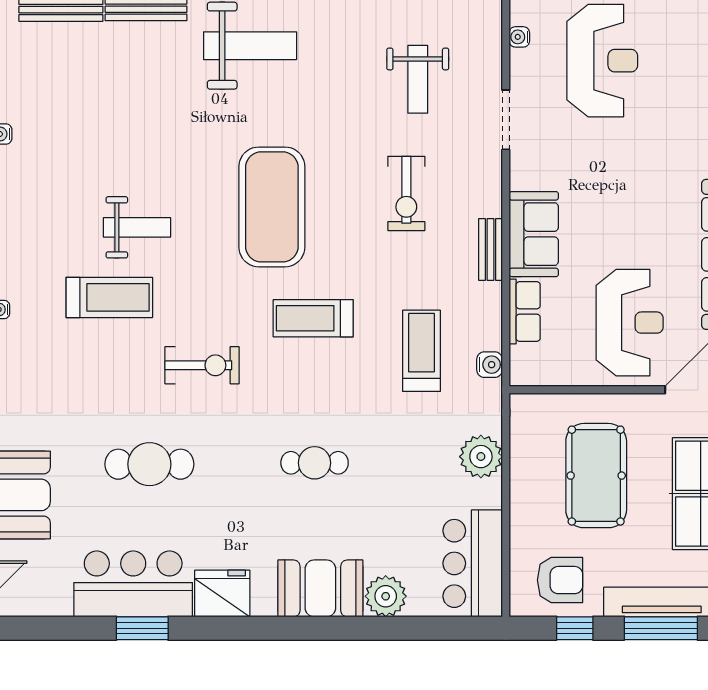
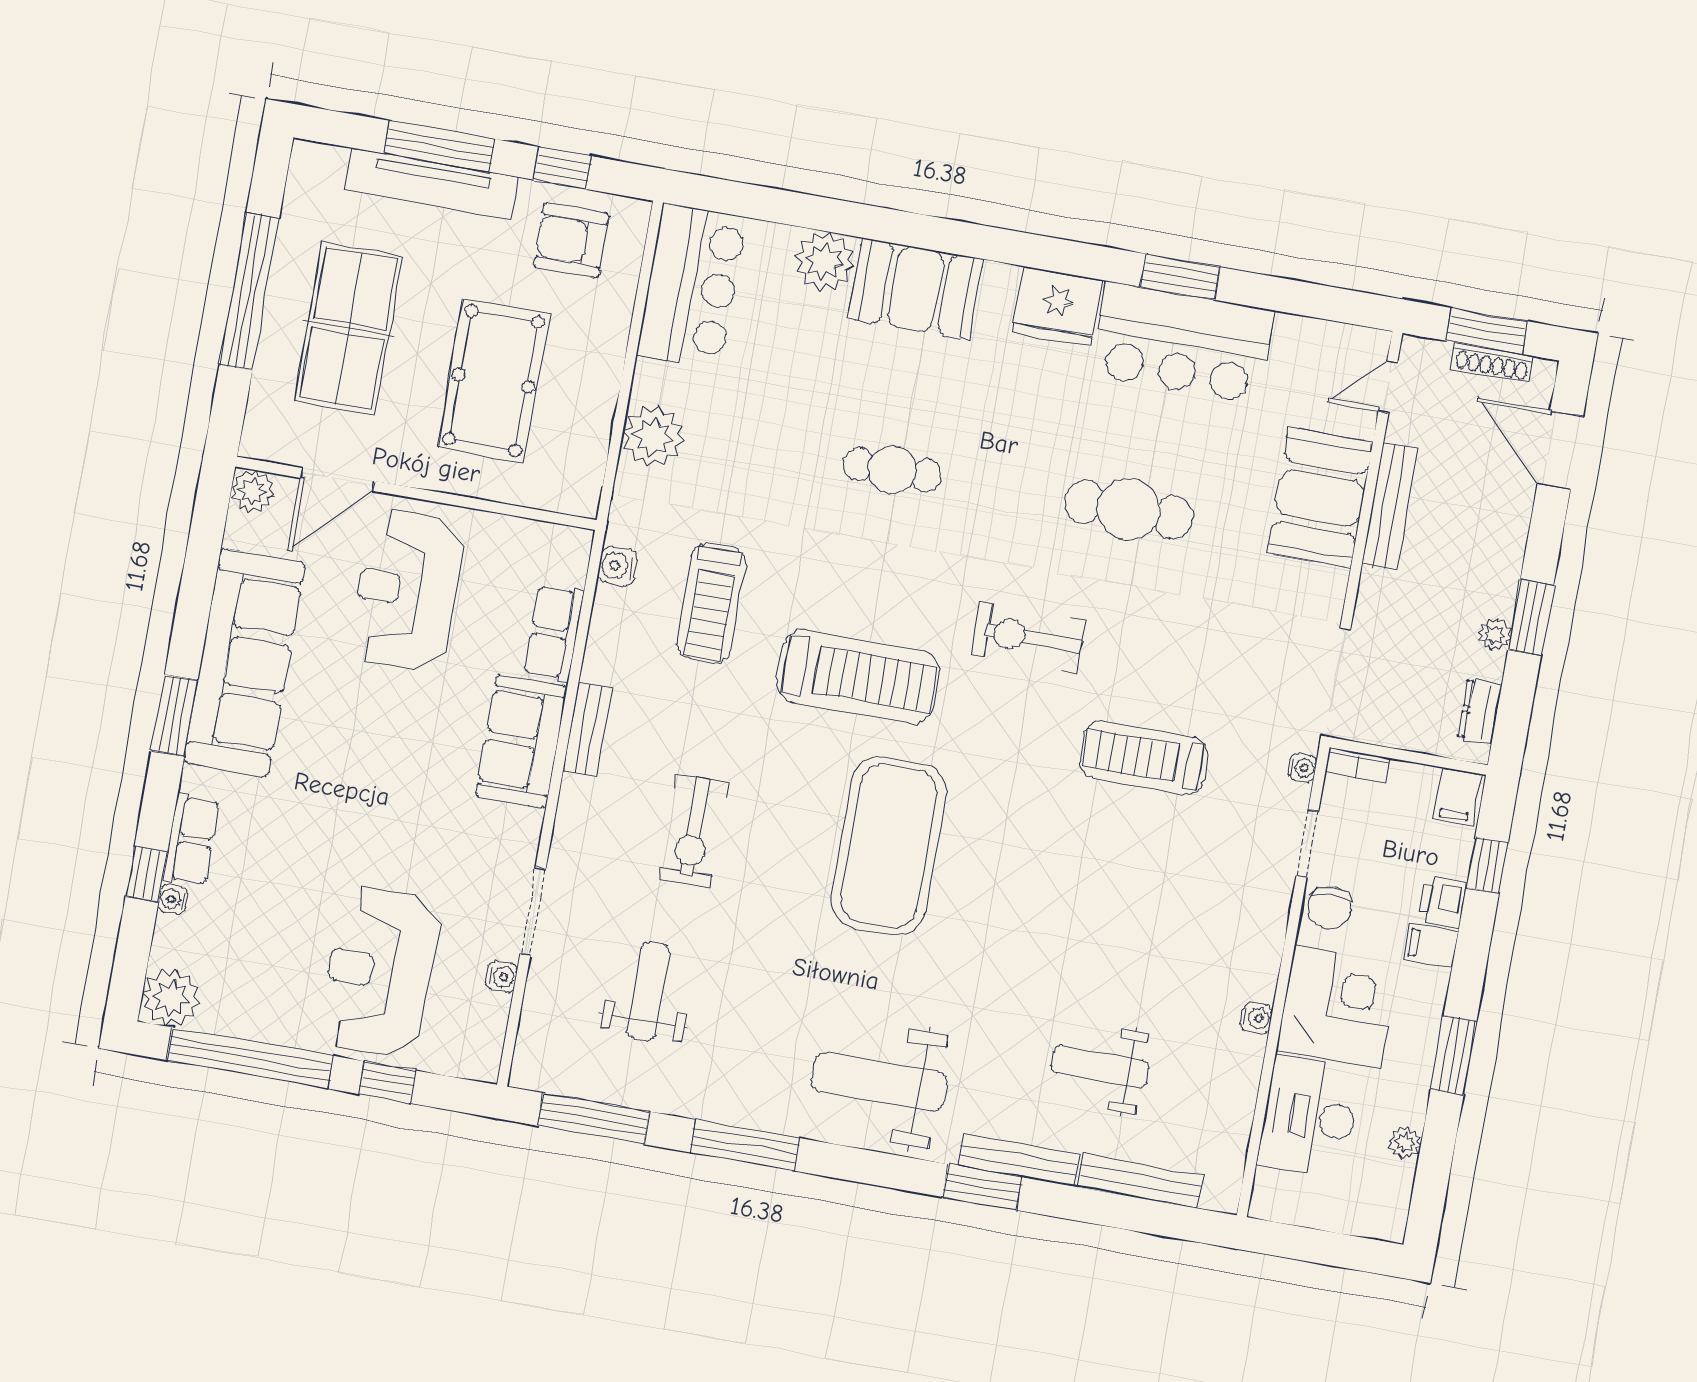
water cooler: (519, 37) -> (501, 977), moved
exercise bike: (406, 193) -> (693, 831), turned 180
weight bench: (137, 227) -> (1100, 1067), moved
treadmill: (313, 318) -> (858, 677), width x1.37, depth x1.38

